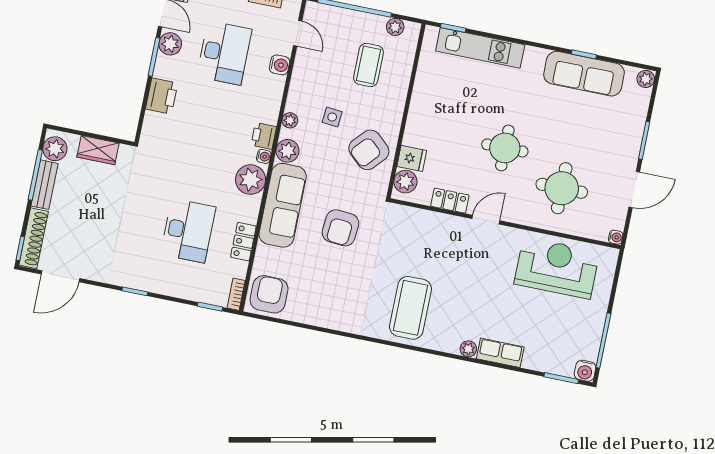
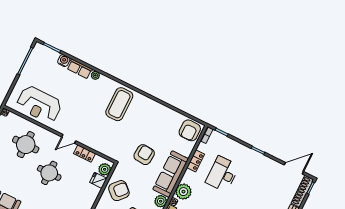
water cooler: (585, 371) -> (64, 61), moved

